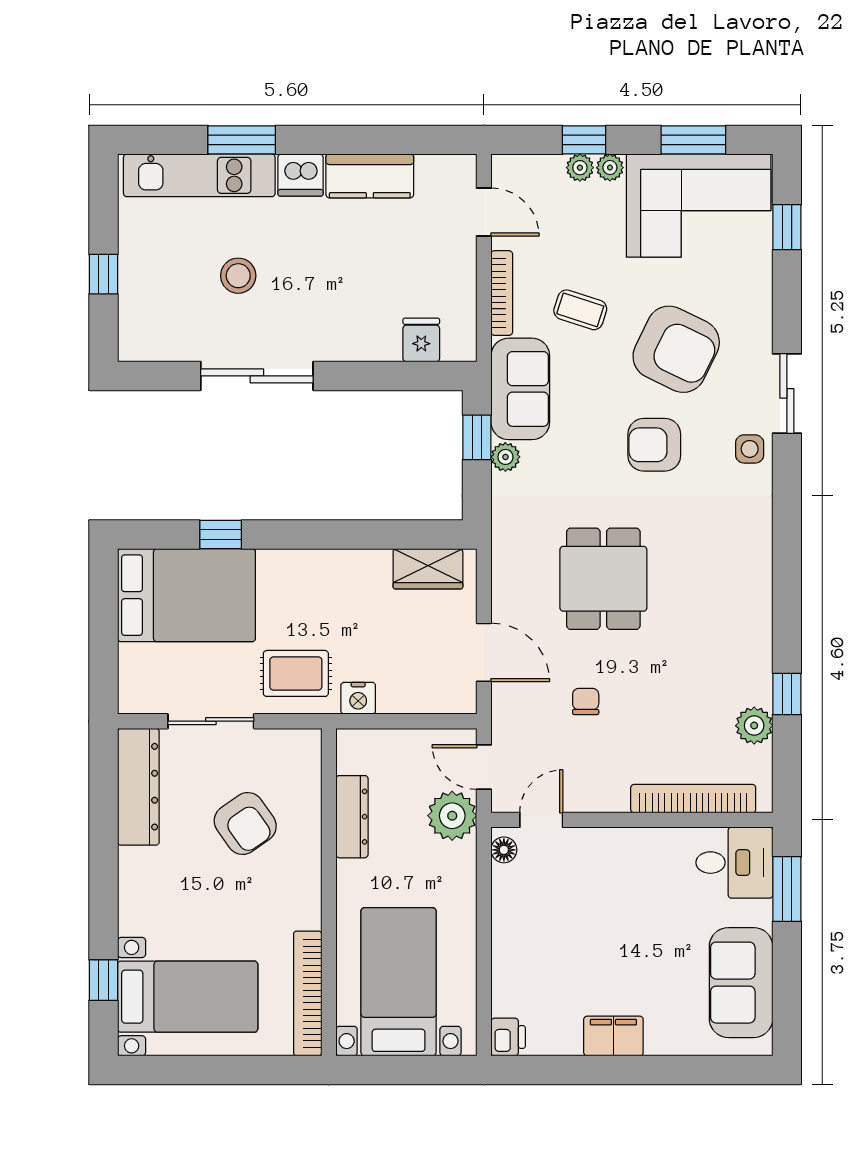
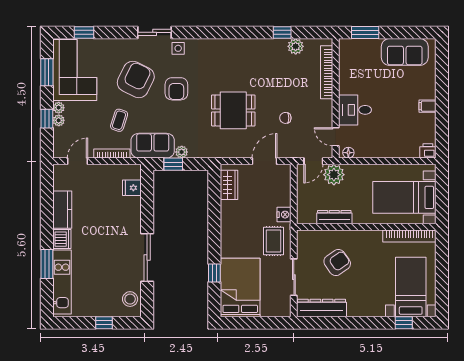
stool: (238, 276) -> (130, 299), moved
desk: (734, 863) -> (355, 110), moved, turned -90
filing cabinet: (613, 1036) -> (427, 106), width x0.50

